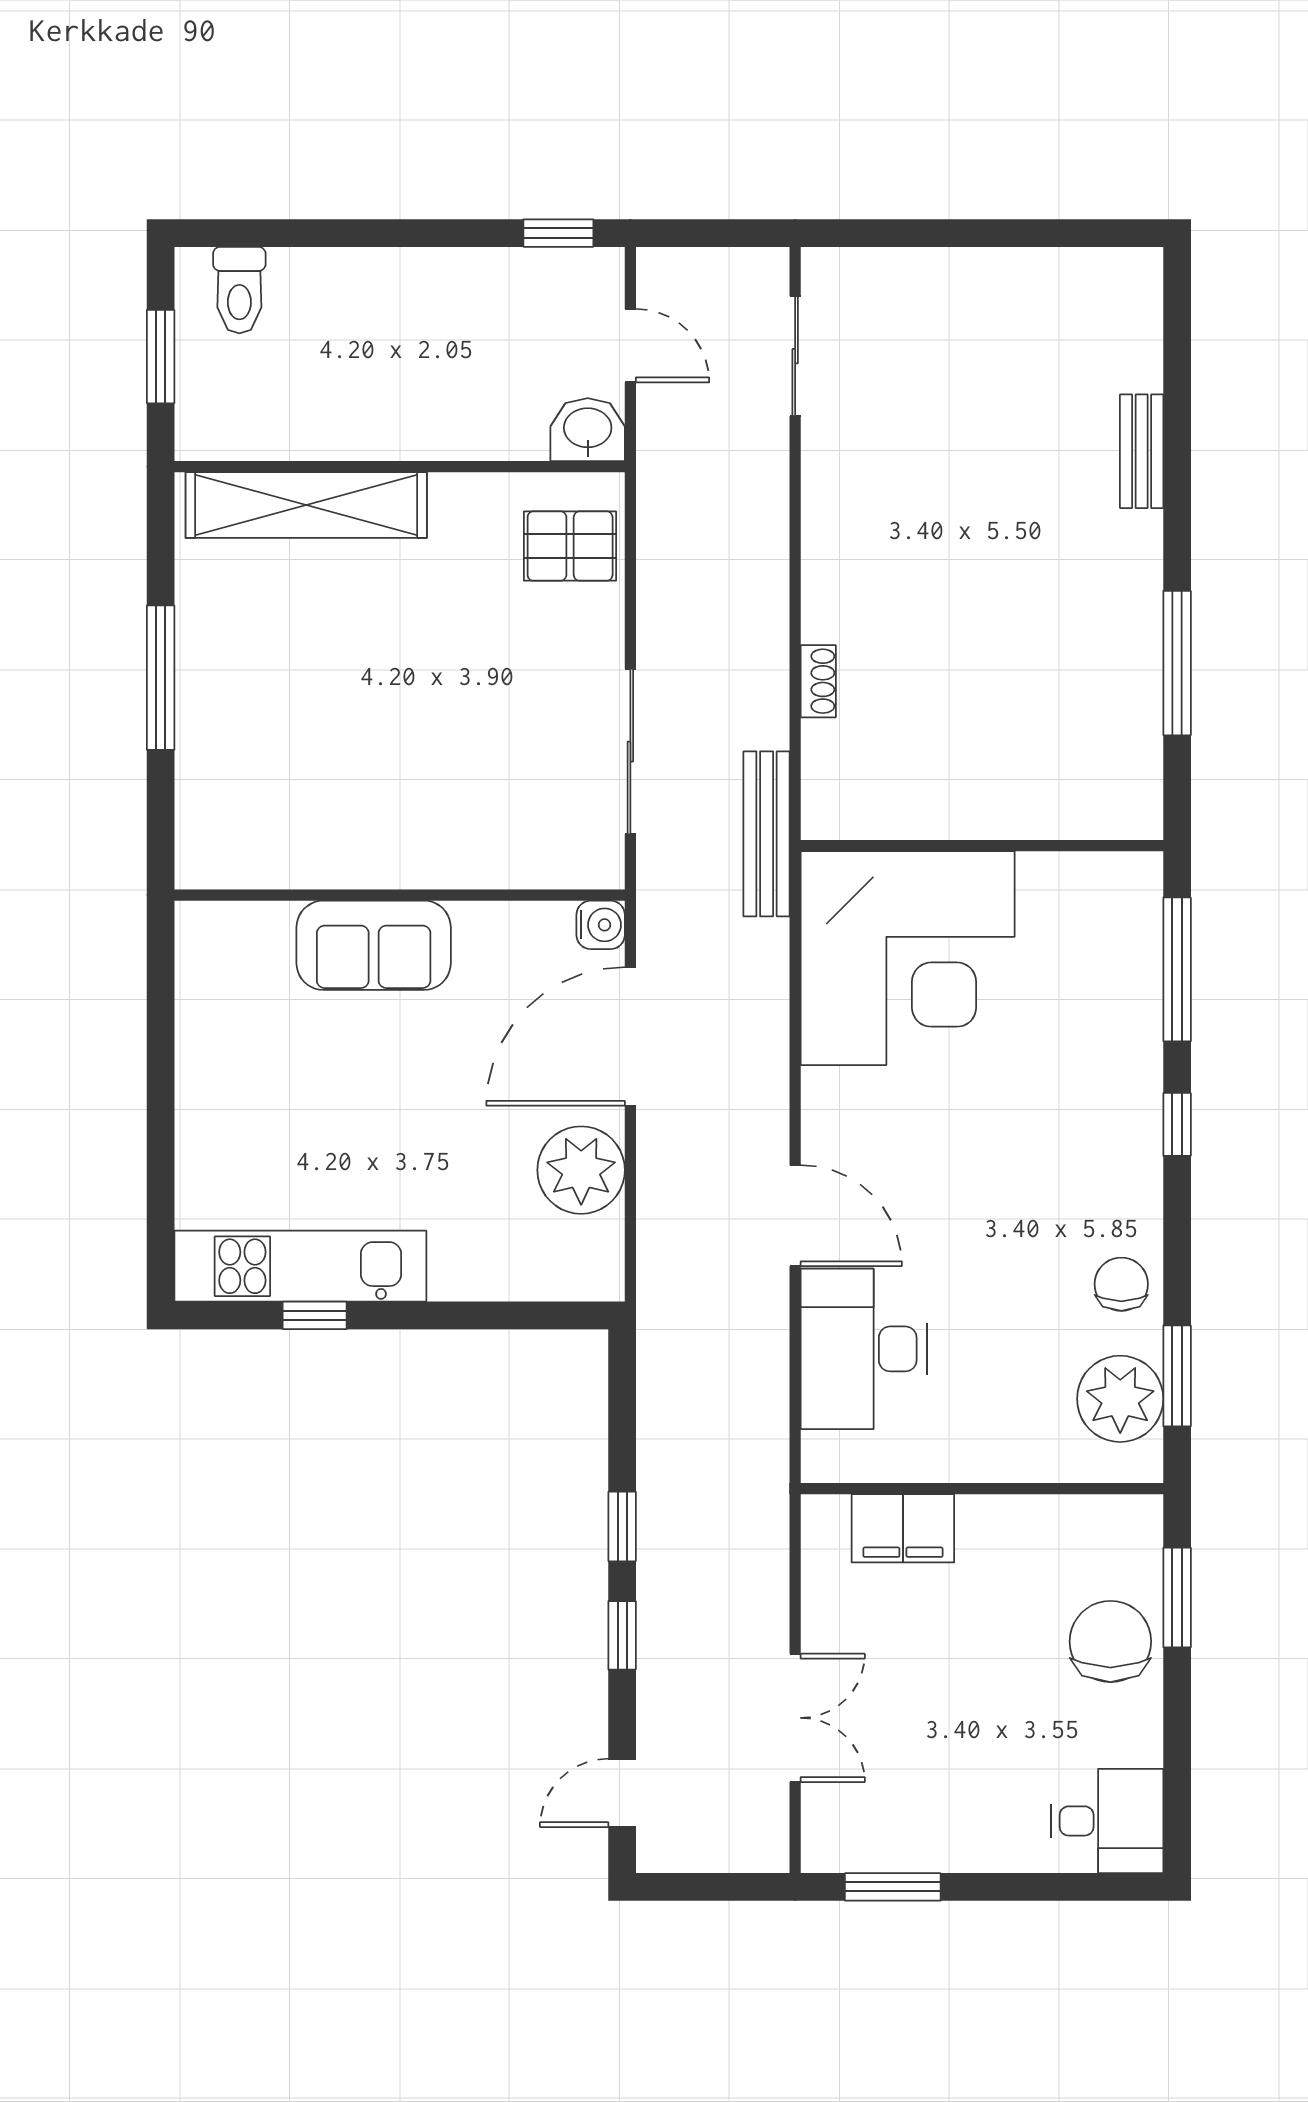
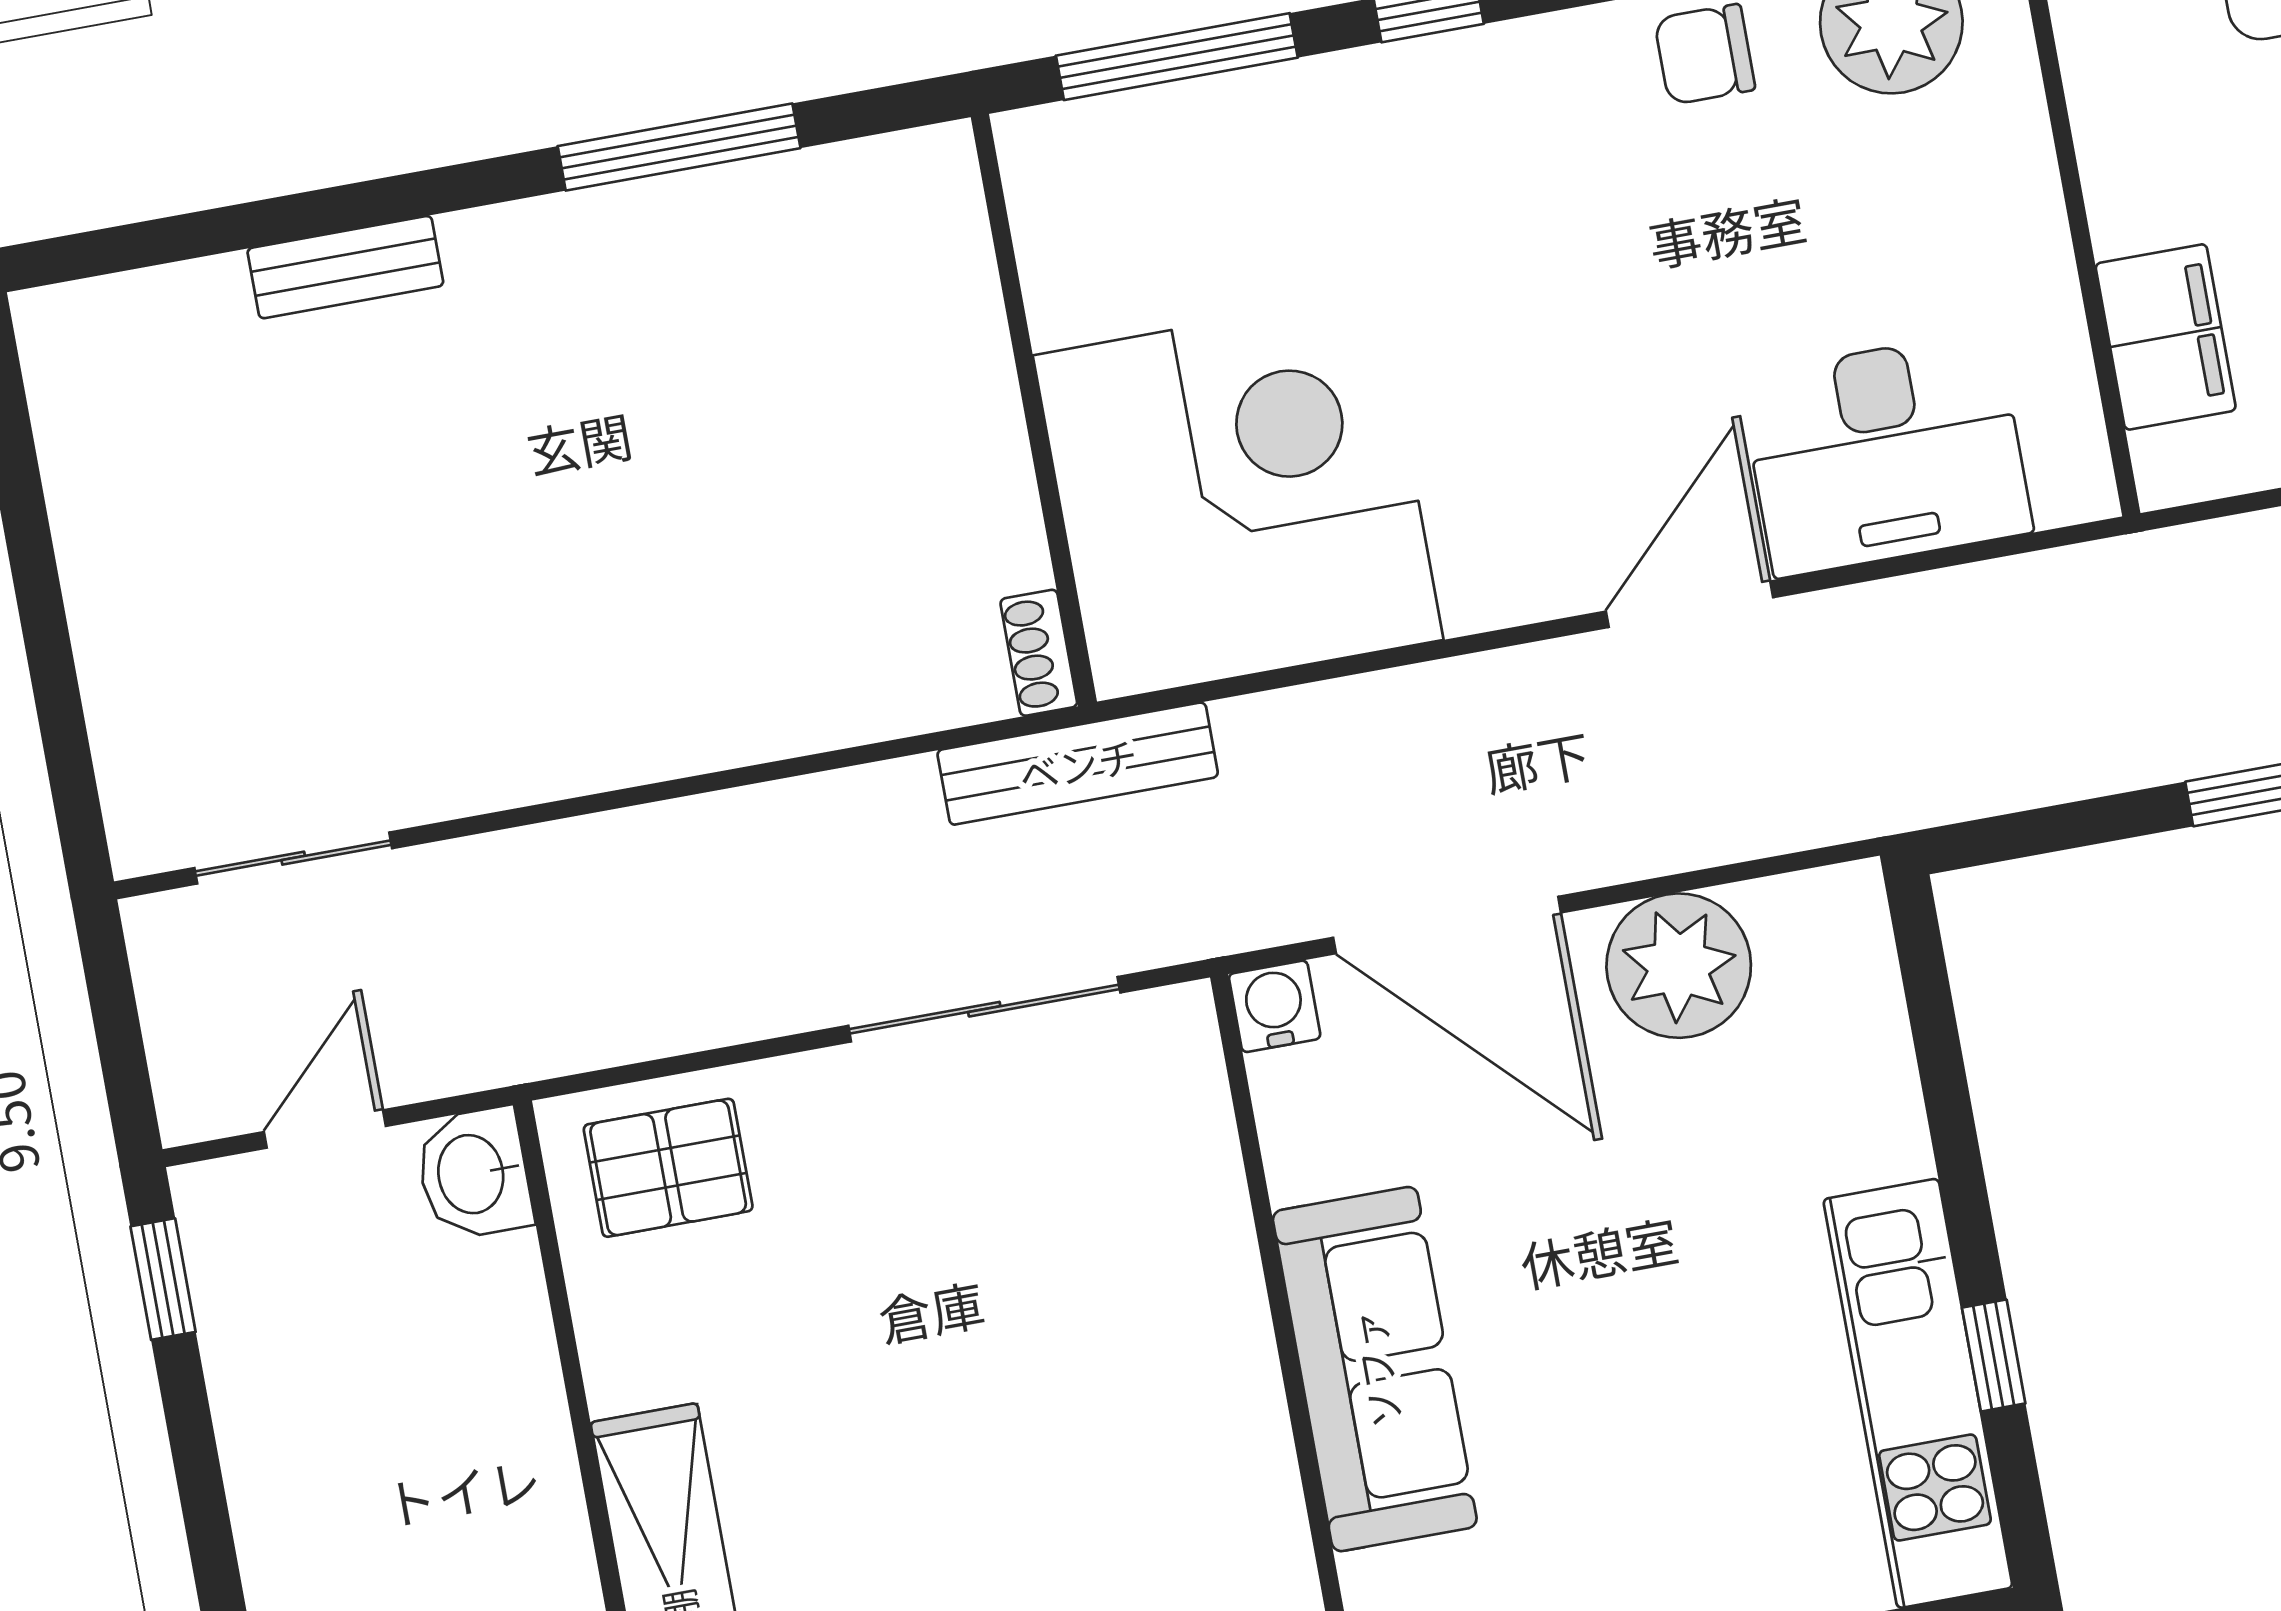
pallet: (570, 546) -> (668, 1168), turned 90
shoe rack: (818, 681) -> (1039, 653), moved, turned -90
sofa: (374, 945) -> (1375, 1369), width x1.36

